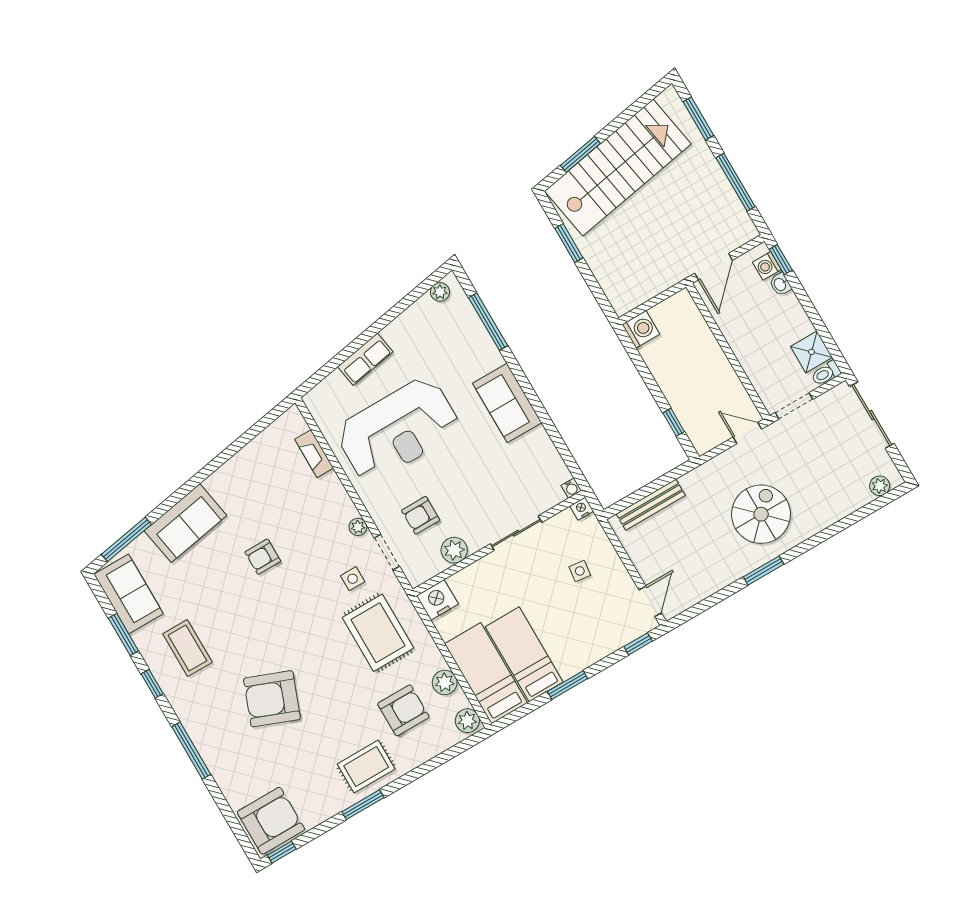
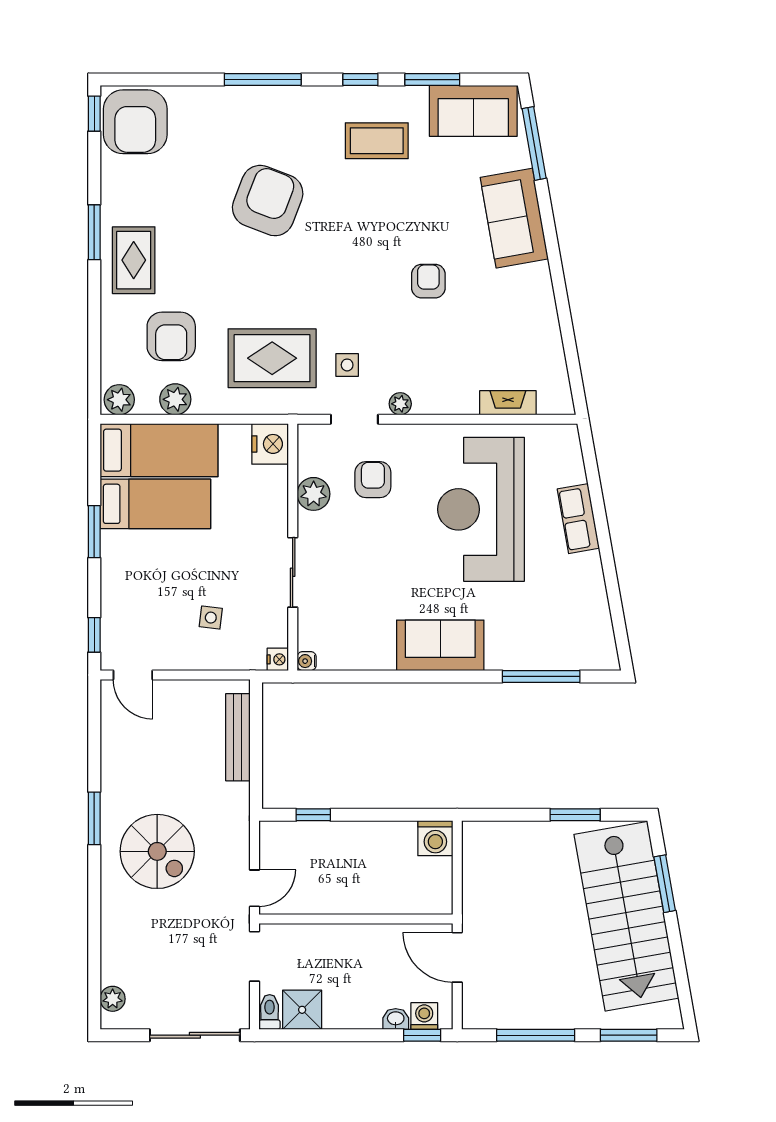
plant: (440, 292) -> (604, 643), removed

